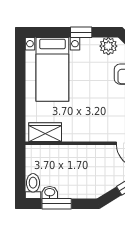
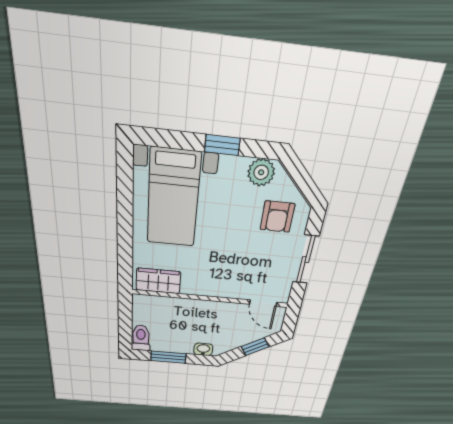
washbasin: (50, 193) -> (203, 349), moved

